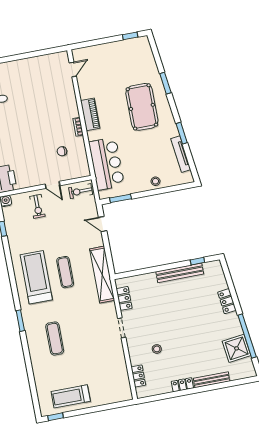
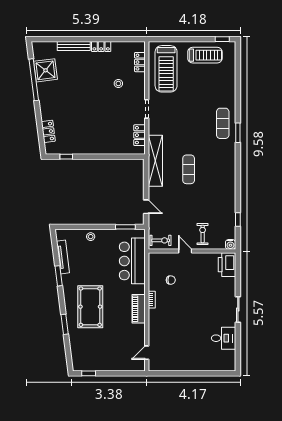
bench: (180, 273) -> (84, 149), removed
treadmill: (36, 277) -> (166, 69), moved
locker: (227, 301) -> (48, 131), moved
exercise mat: (55, 339) -> (223, 123), moved

